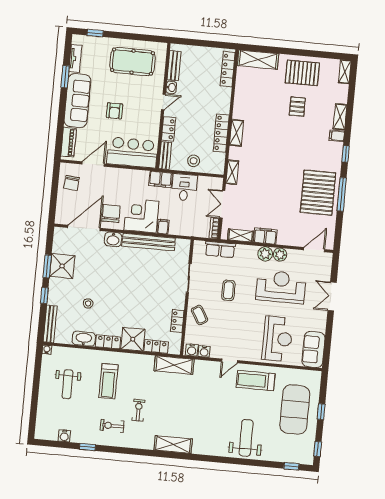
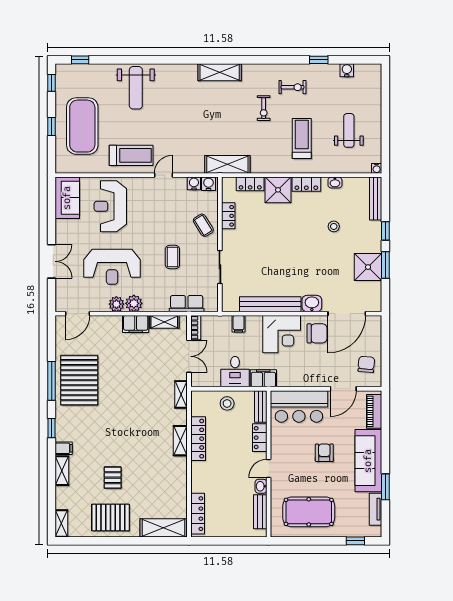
chair: (111, 213) -> (317, 333), turned -90
filing cabinet: (163, 227) -> (239, 324), moved
washbasin: (84, 339) -> (335, 183), width x0.52, depth x0.69

